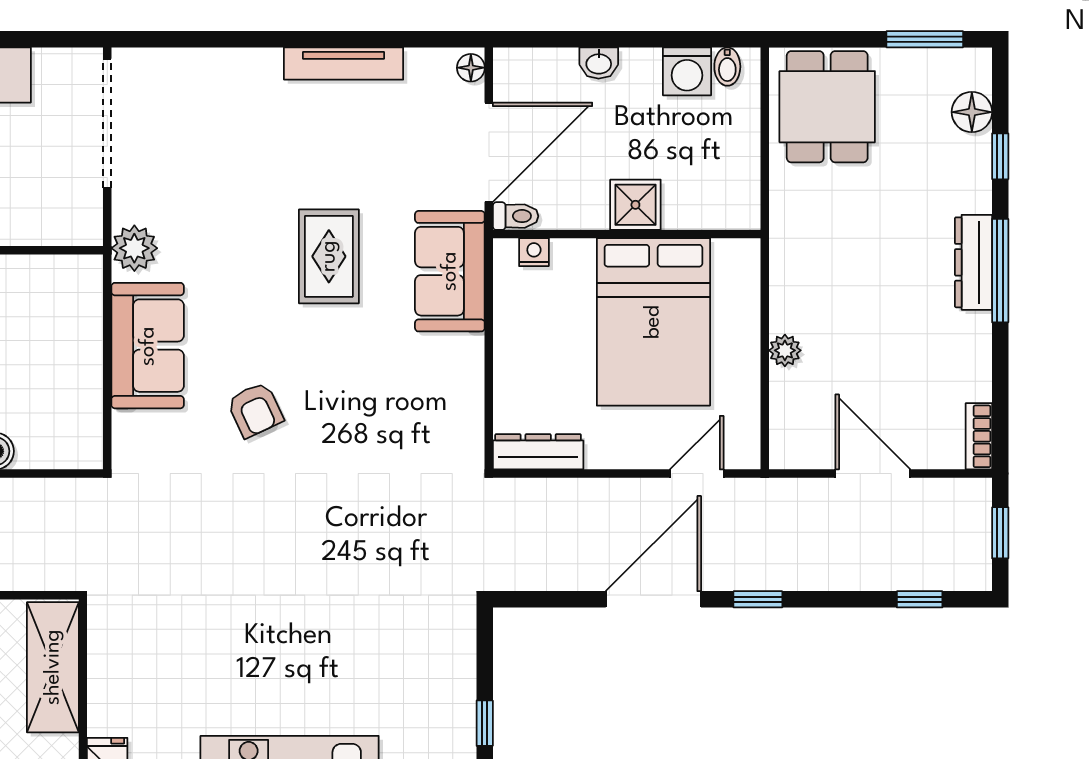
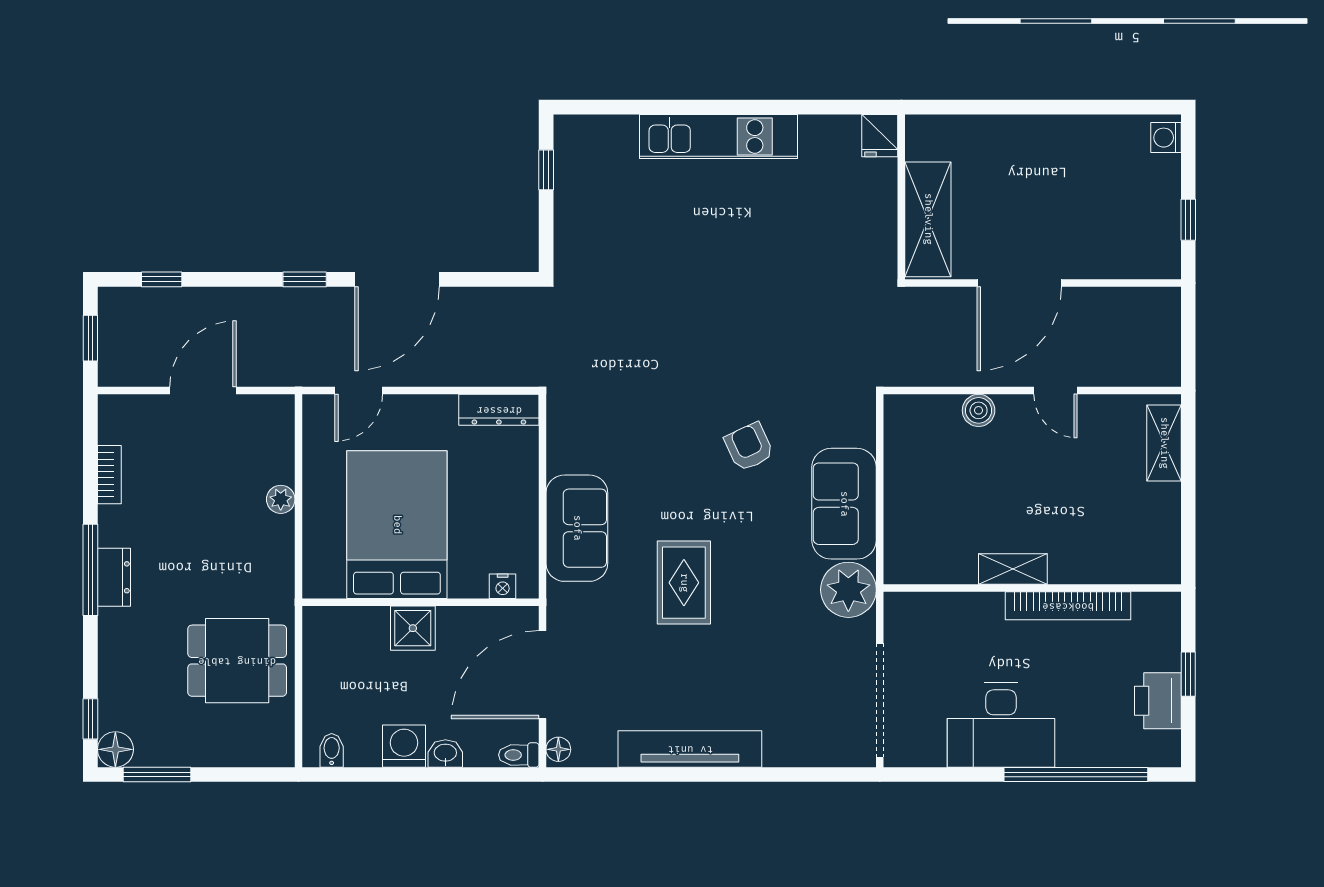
tv unit: (344, 63) -> (690, 749), width x1.36, depth x1.29
washing machine: (687, 71) -> (404, 746), moved
dining table: (827, 107) -> (237, 661), moved, turned 90
floor lamp: (972, 112) -> (115, 749), moved
window: (1000, 156) -> (90, 719), moved
toilet: (516, 216) -> (519, 755), moved
plant: (134, 248) -> (848, 590), width x1.36, depth x1.36
dresser: (974, 262) -> (114, 577), width x0.70
sofa: (450, 271) -> (577, 528), moved
bookcase: (979, 436) -> (109, 475), moved
door: (873, 474) -> (203, 391), swing flipped

